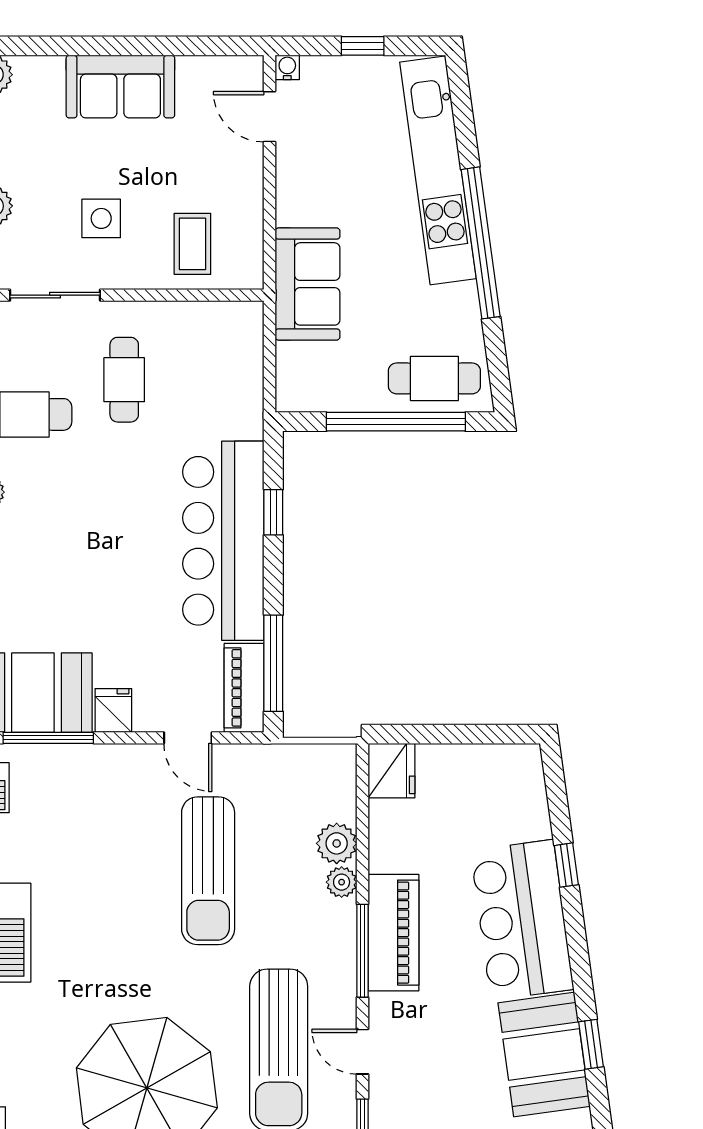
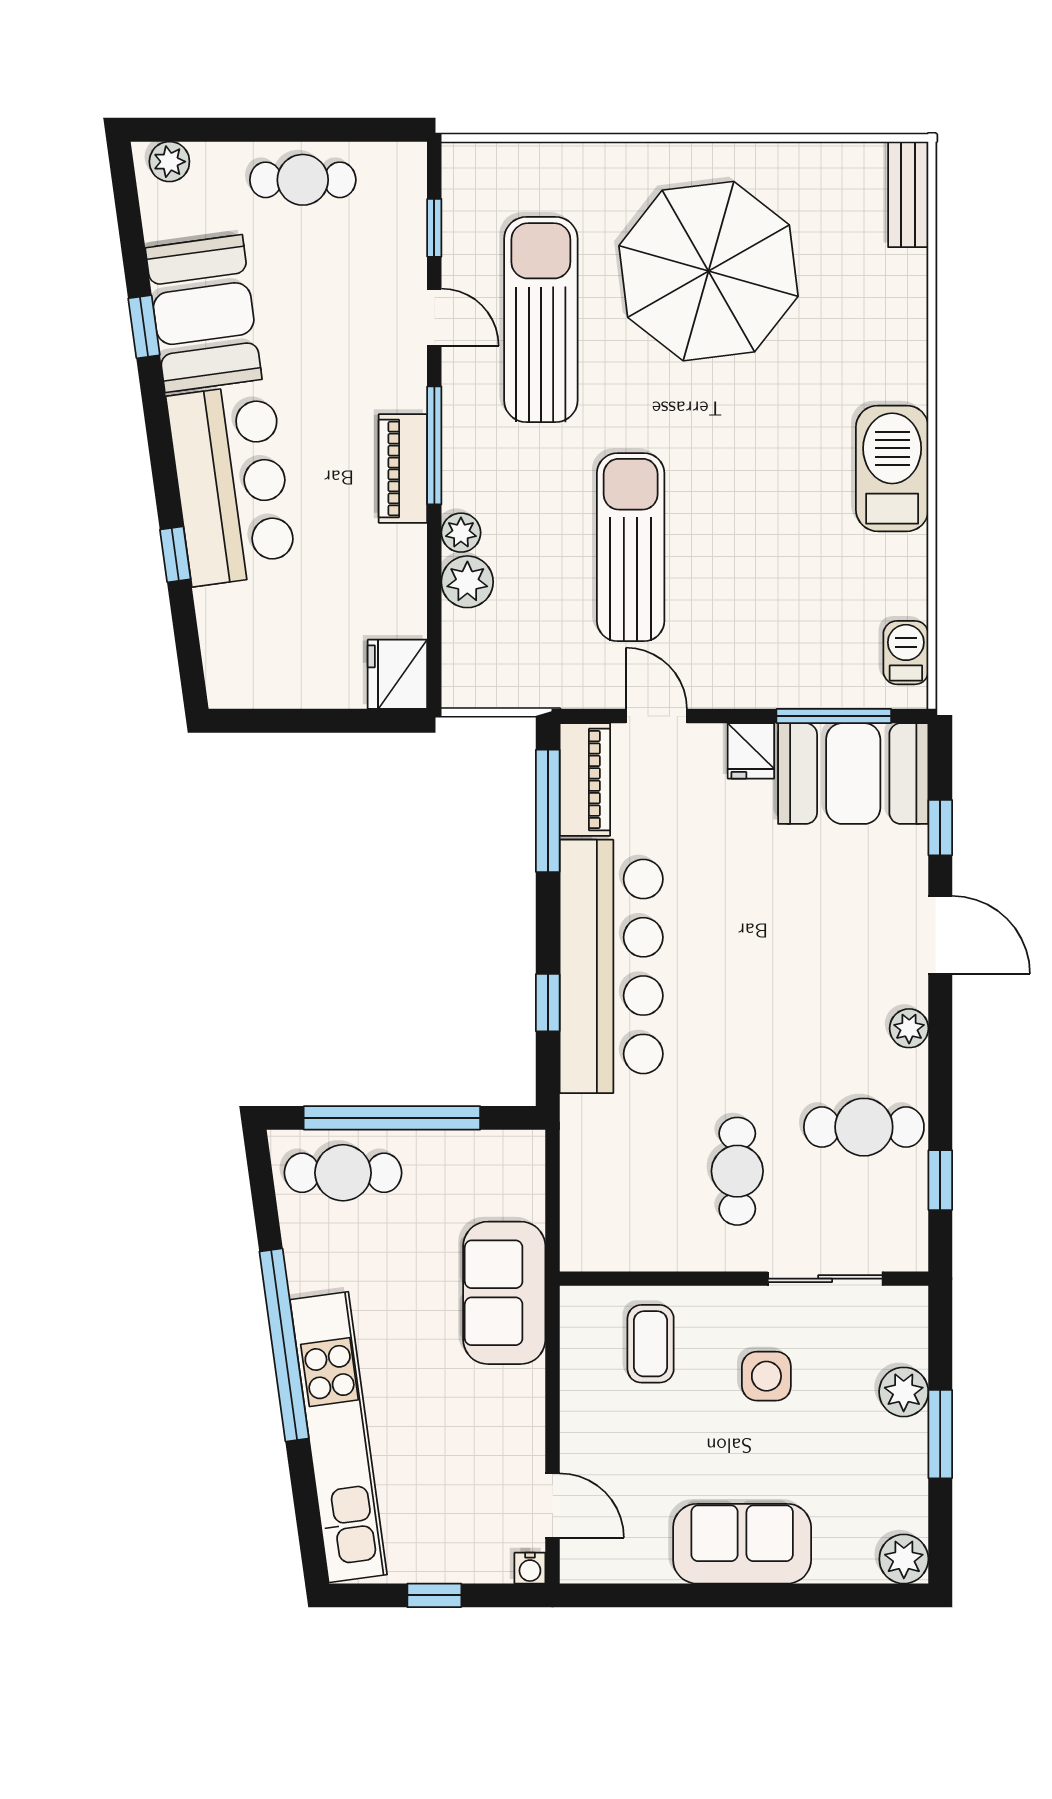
piano: (393, 933) -> (403, 468), width x0.73, depth x0.75

